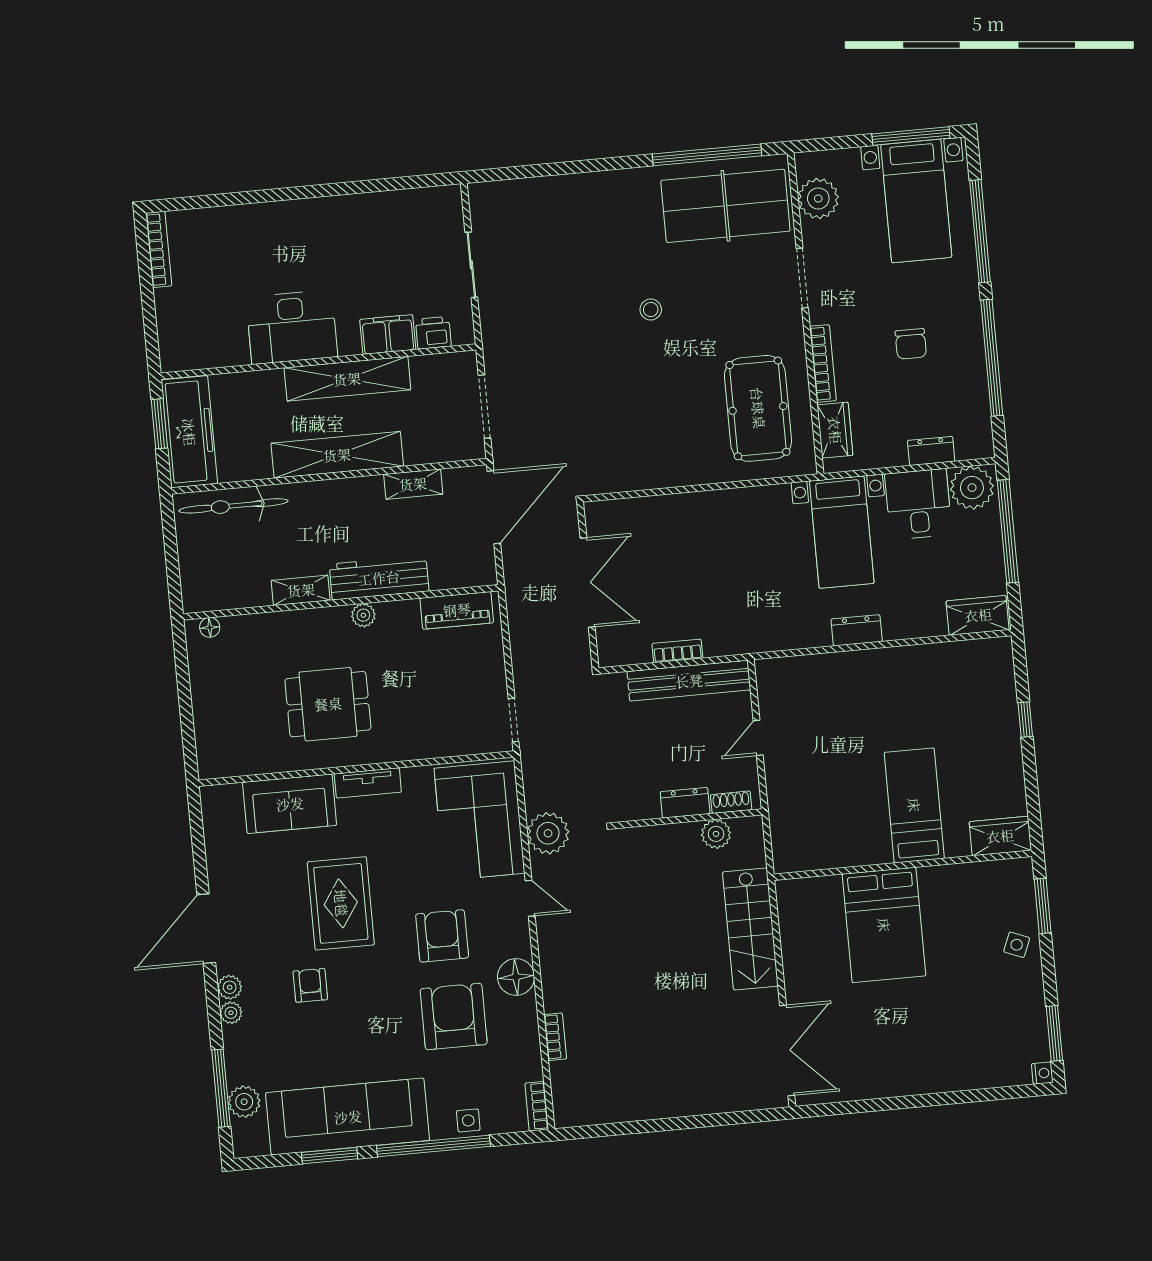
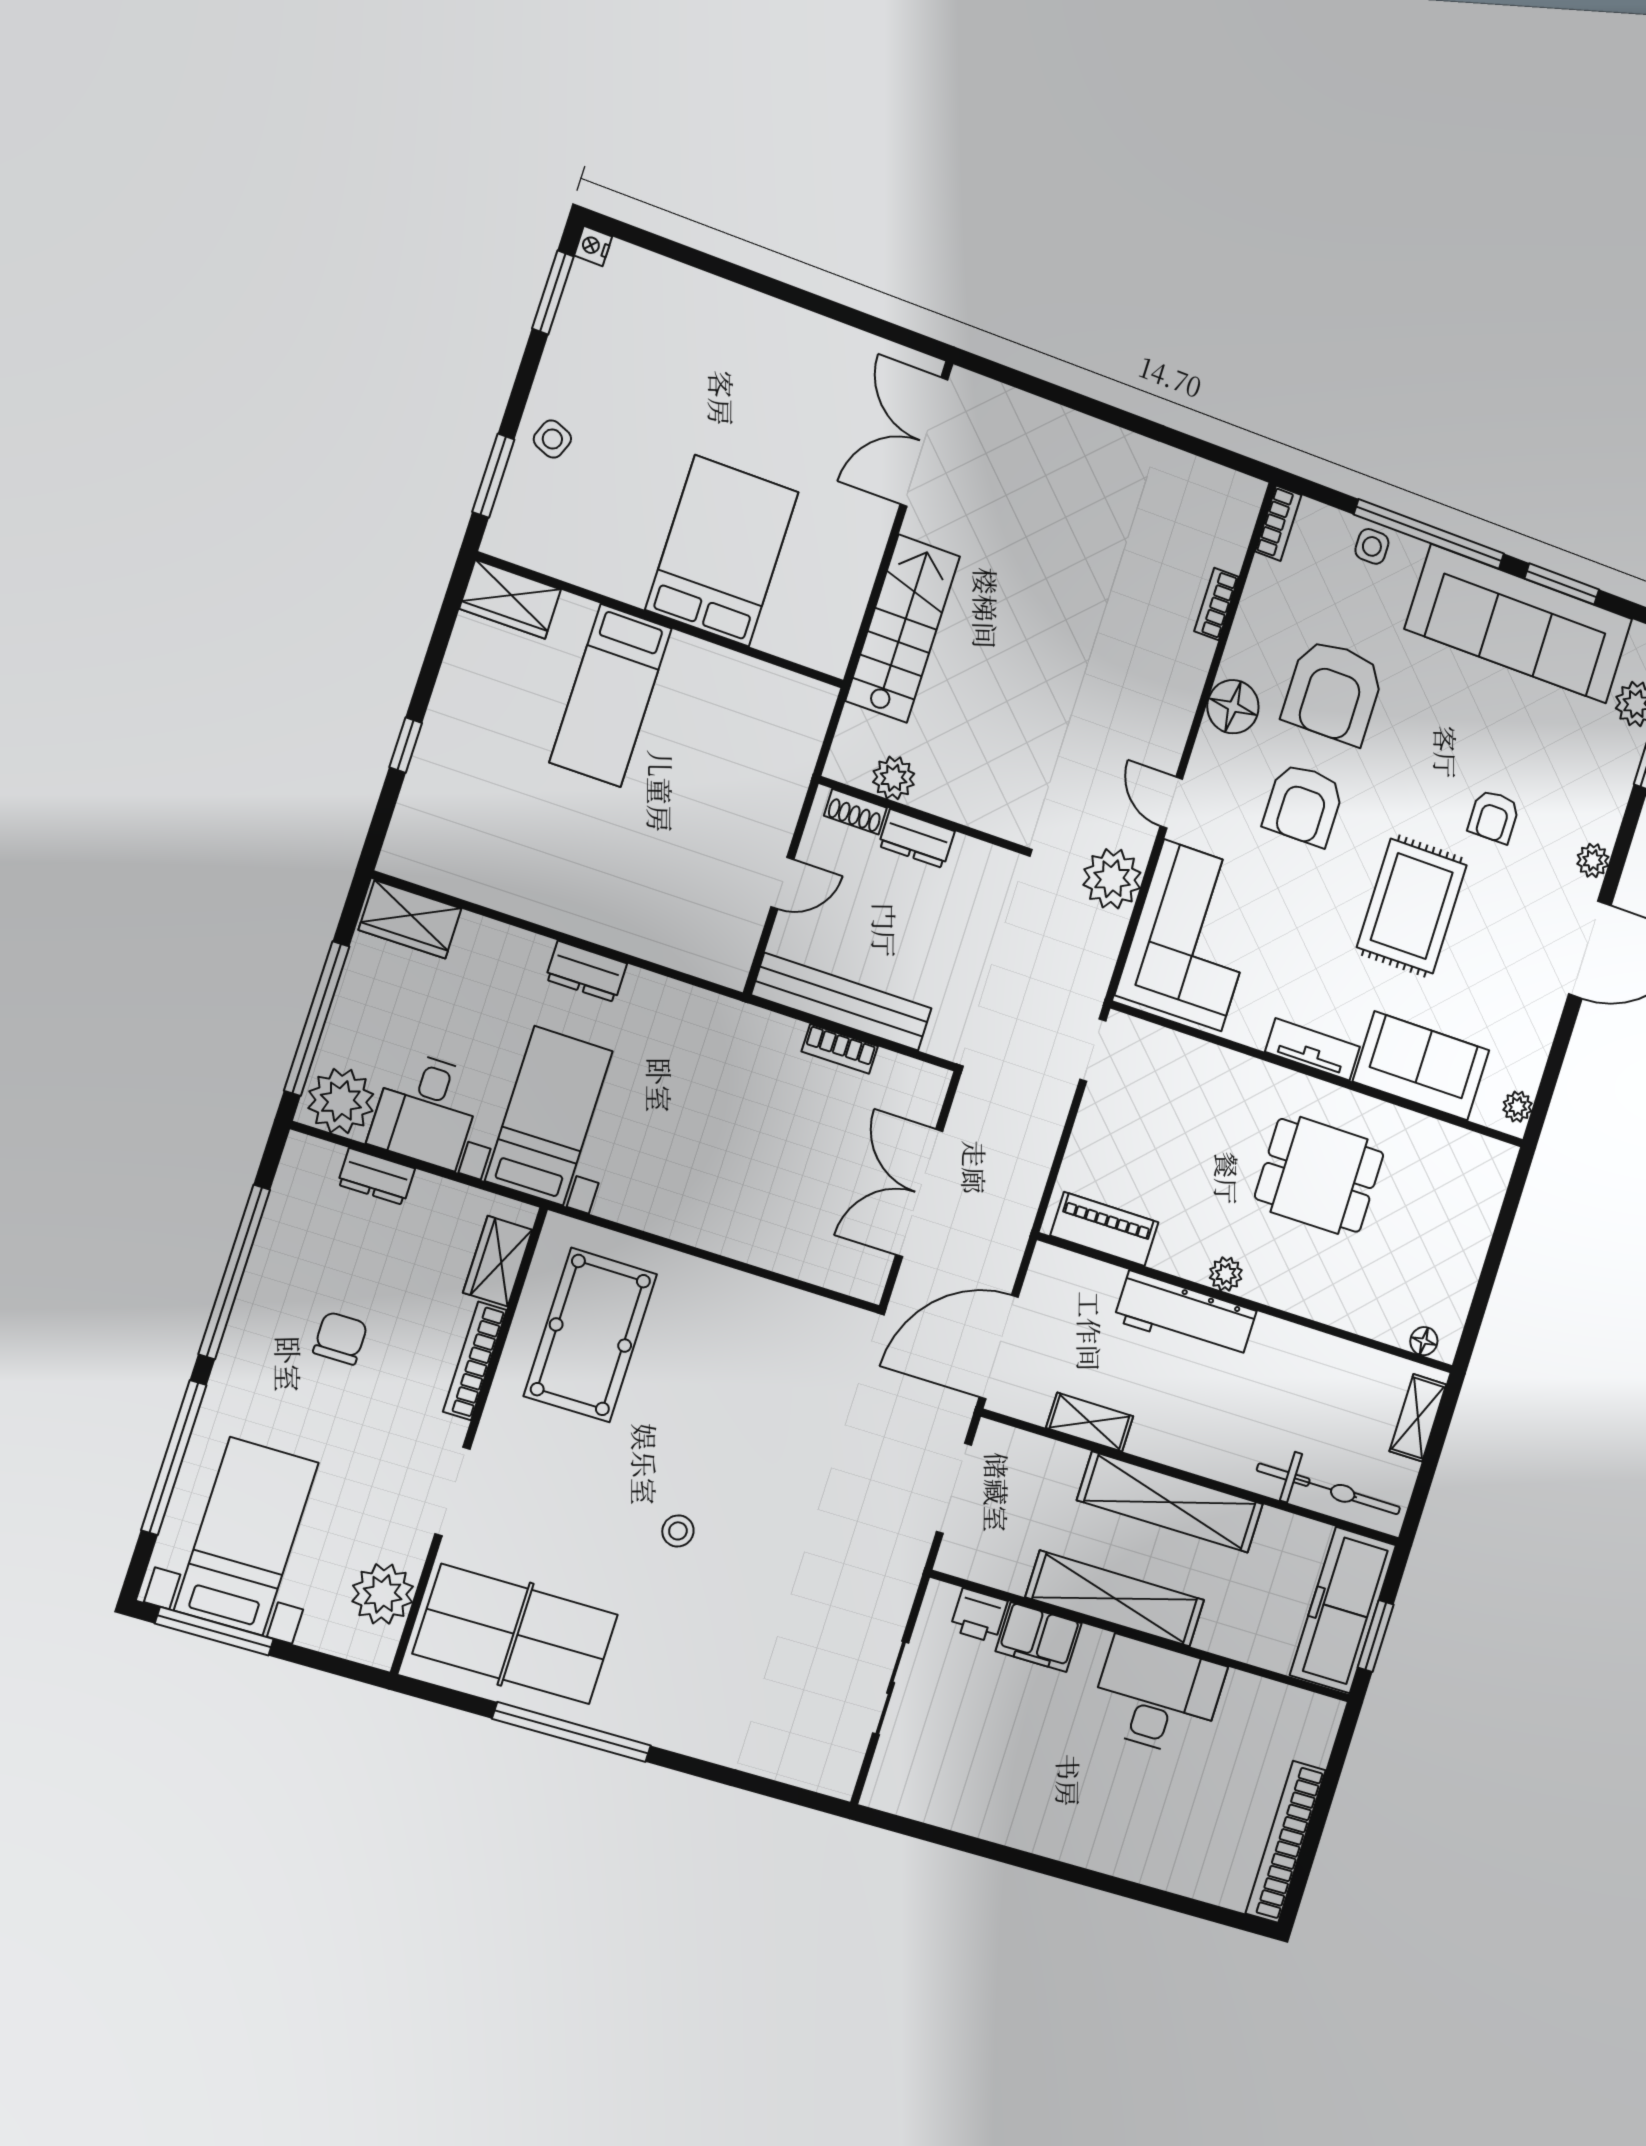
window: (707, 155) -> (572, 1732), moved
bookcase: (159, 249) -> (1286, 1842), width x1.48, depth x1.31
shelving: (301, 590) -> (1418, 1418), moved, turned 90
plant: (231, 1013) -> (1517, 1107), moved

